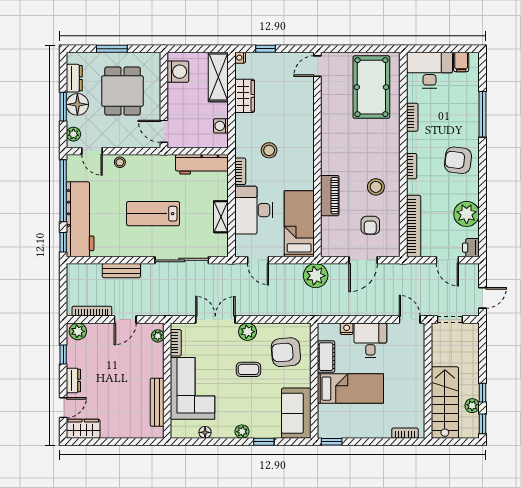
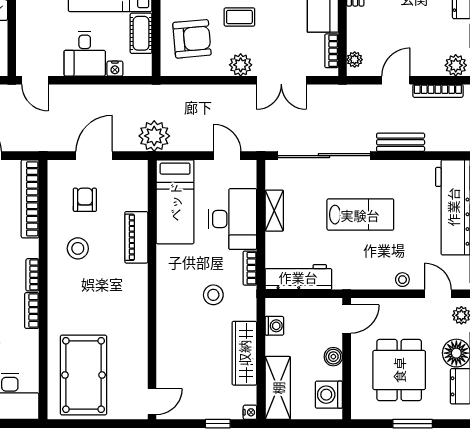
wardrobe: (245, 96) -> (244, 353), width x1.50
boiler: (174, 102) -> (333, 357), added
bookcase: (412, 117) -> (32, 311), moved
door: (164, 131) -> (347, 319), hinge flipped
sliding door: (182, 260) -> (324, 156), width x1.36

